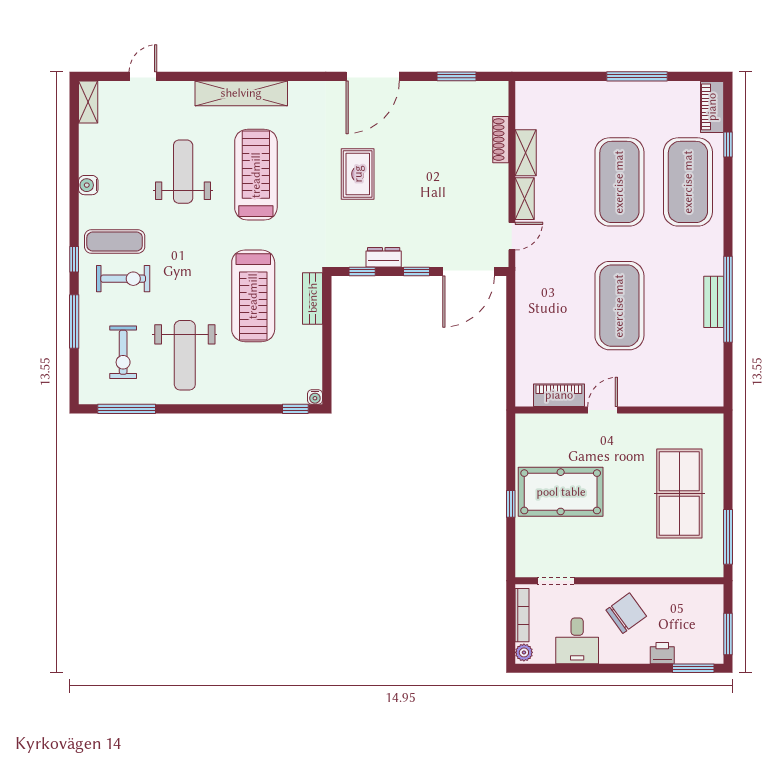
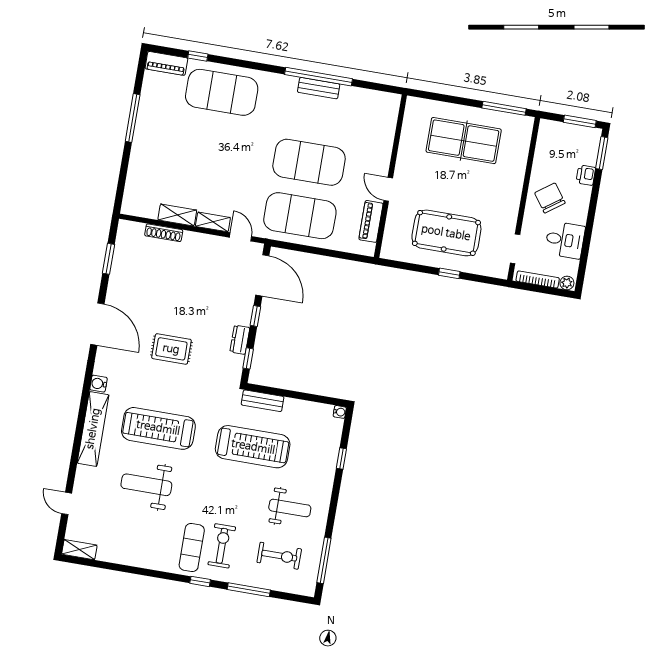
exercise mat: (619, 182) -> (300, 216), moved
water cooler: (88, 185) -> (99, 384), moved, turned 90
weight bench: (185, 355) -> (290, 508), width x0.73, depth x0.75
window: (295, 409) -> (341, 459), moved
pool table: (561, 492) -> (446, 233), turned 90

